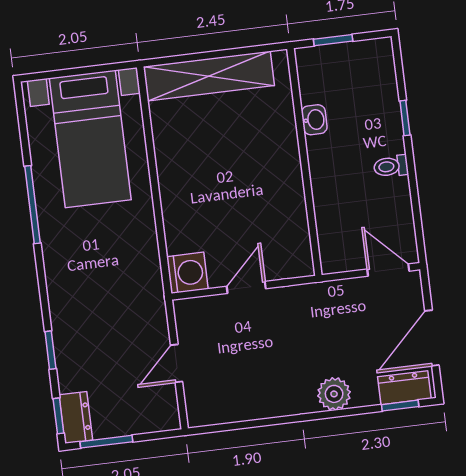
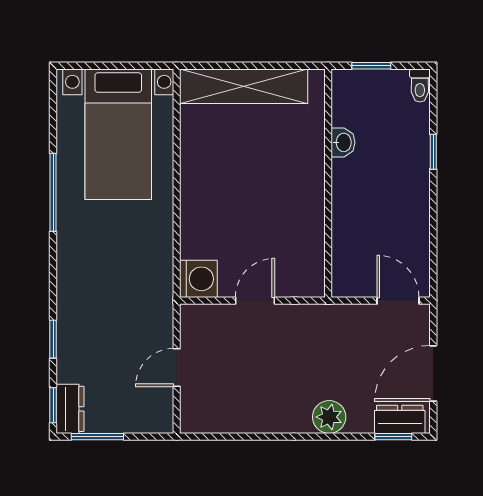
toilet: (391, 166) -> (420, 85), moved, turned -90

